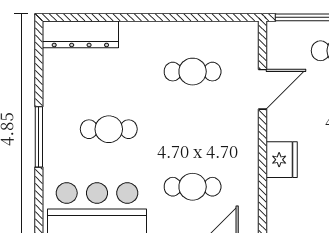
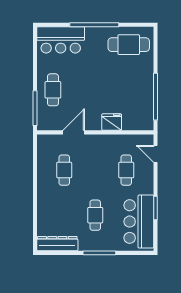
dresser: (80, 34) -> (57, 244), moved, turned -90
door: (263, 89) -> (74, 132), hinge flipped

